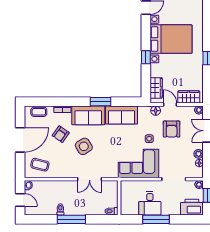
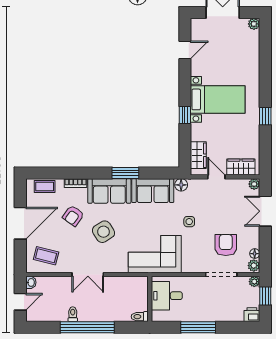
bed with nightstands: (171, 39) -> (218, 99), width x0.73
floor lamp: (156, 111) -> (181, 185), moved
armchair: (172, 129) -> (226, 245), moved, turned 180
plant: (199, 154) -> (254, 266), moved
corner sofa: (139, 163) -> (155, 254), moved
double door: (90, 179) -> (88, 275), moved
door: (20, 200) -> (20, 302), hinge flipped
desk: (150, 203) -> (167, 296), moved, turned 90
printer: (192, 207) -> (252, 315), width x0.53, depth x0.68
window: (71, 219) -> (87, 327), width x1.46

